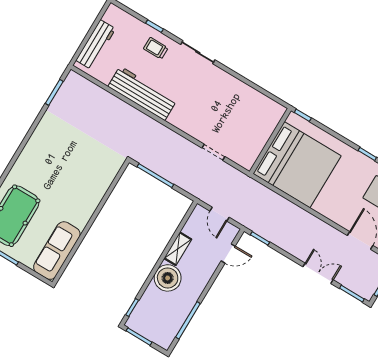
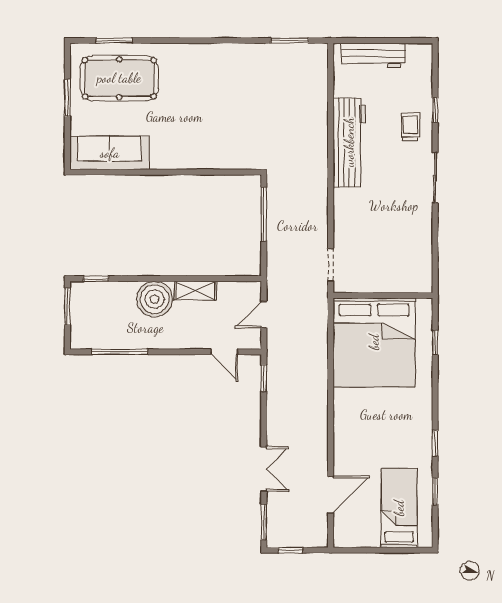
wall: (270, 141) -> (383, 295), moved
bed: (297, 165) -> (374, 342), moved

